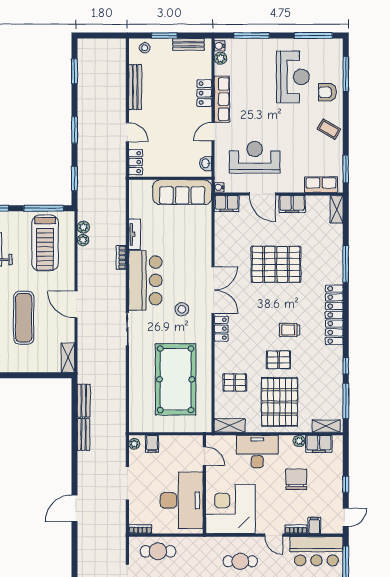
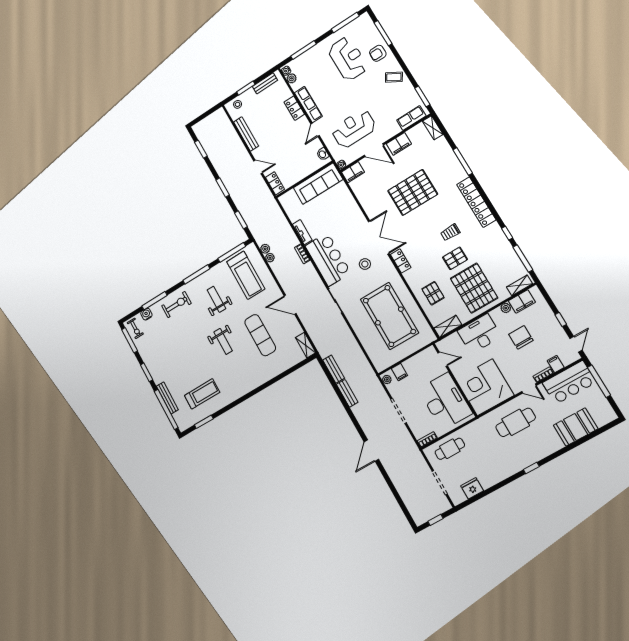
pallet: (235, 382) -> (433, 293), turned 90
cafe table: (240, 561) -> (516, 422), width x1.37, depth x1.35

